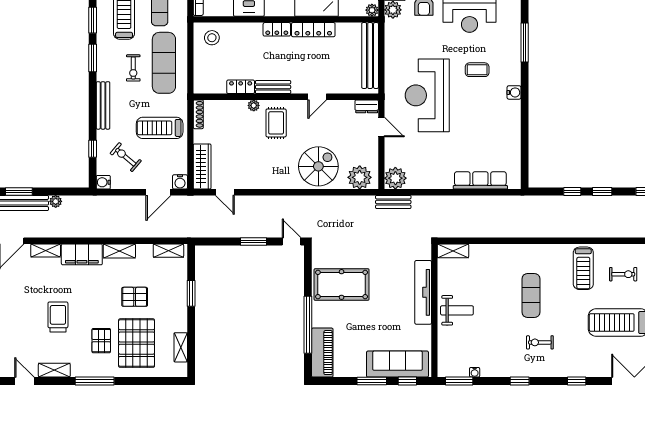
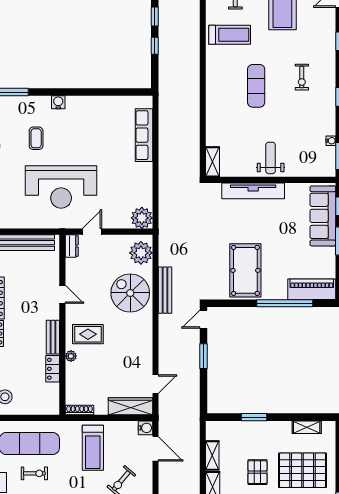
bench: (393, 202) -> (165, 290), moved, width x1.36
shelving: (168, 251) -> (212, 455), moved
exercise mat: (531, 295) -> (256, 86), turned 90

